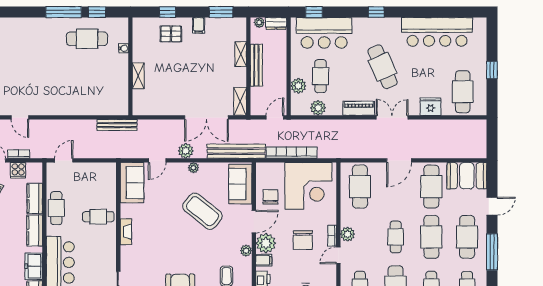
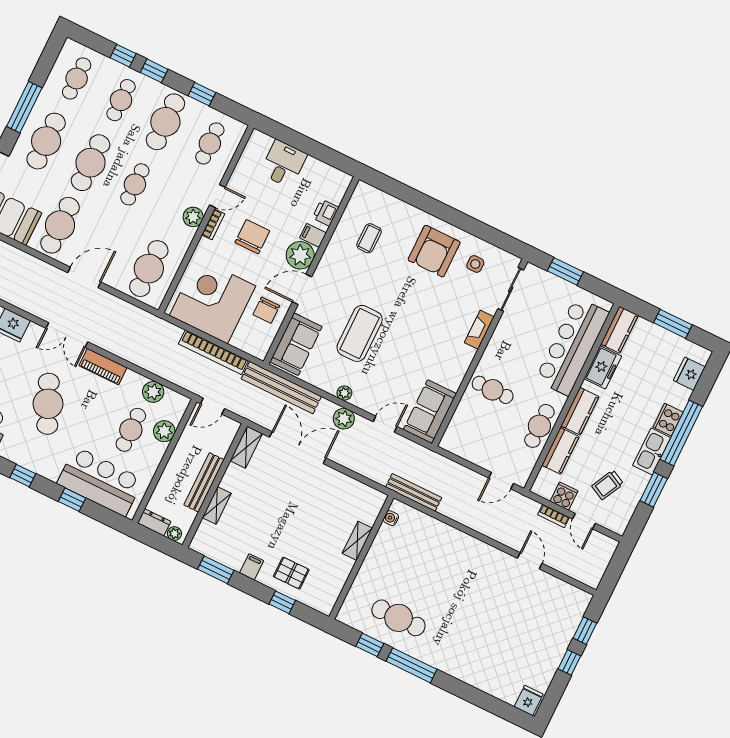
window: (314, 12) -> (72, 500), moved
water cooler: (124, 48) -> (391, 518), moved
coffee table: (202, 211) -> (360, 333), turned 51
fireplace: (126, 232) -> (479, 330), moved
plant: (246, 251) -> (329, 258), removed

